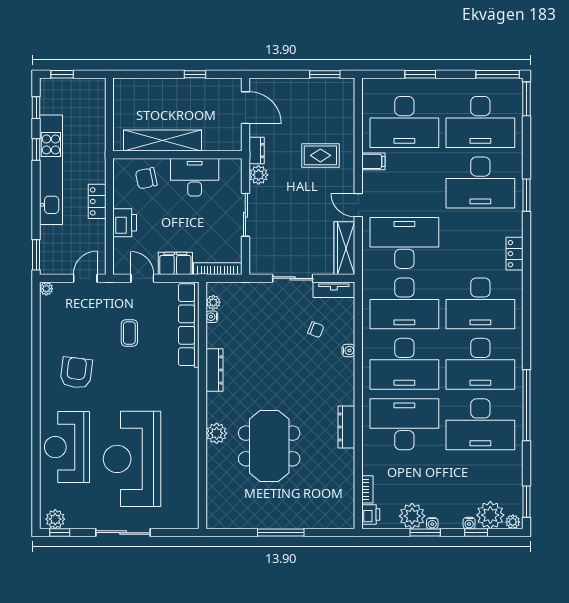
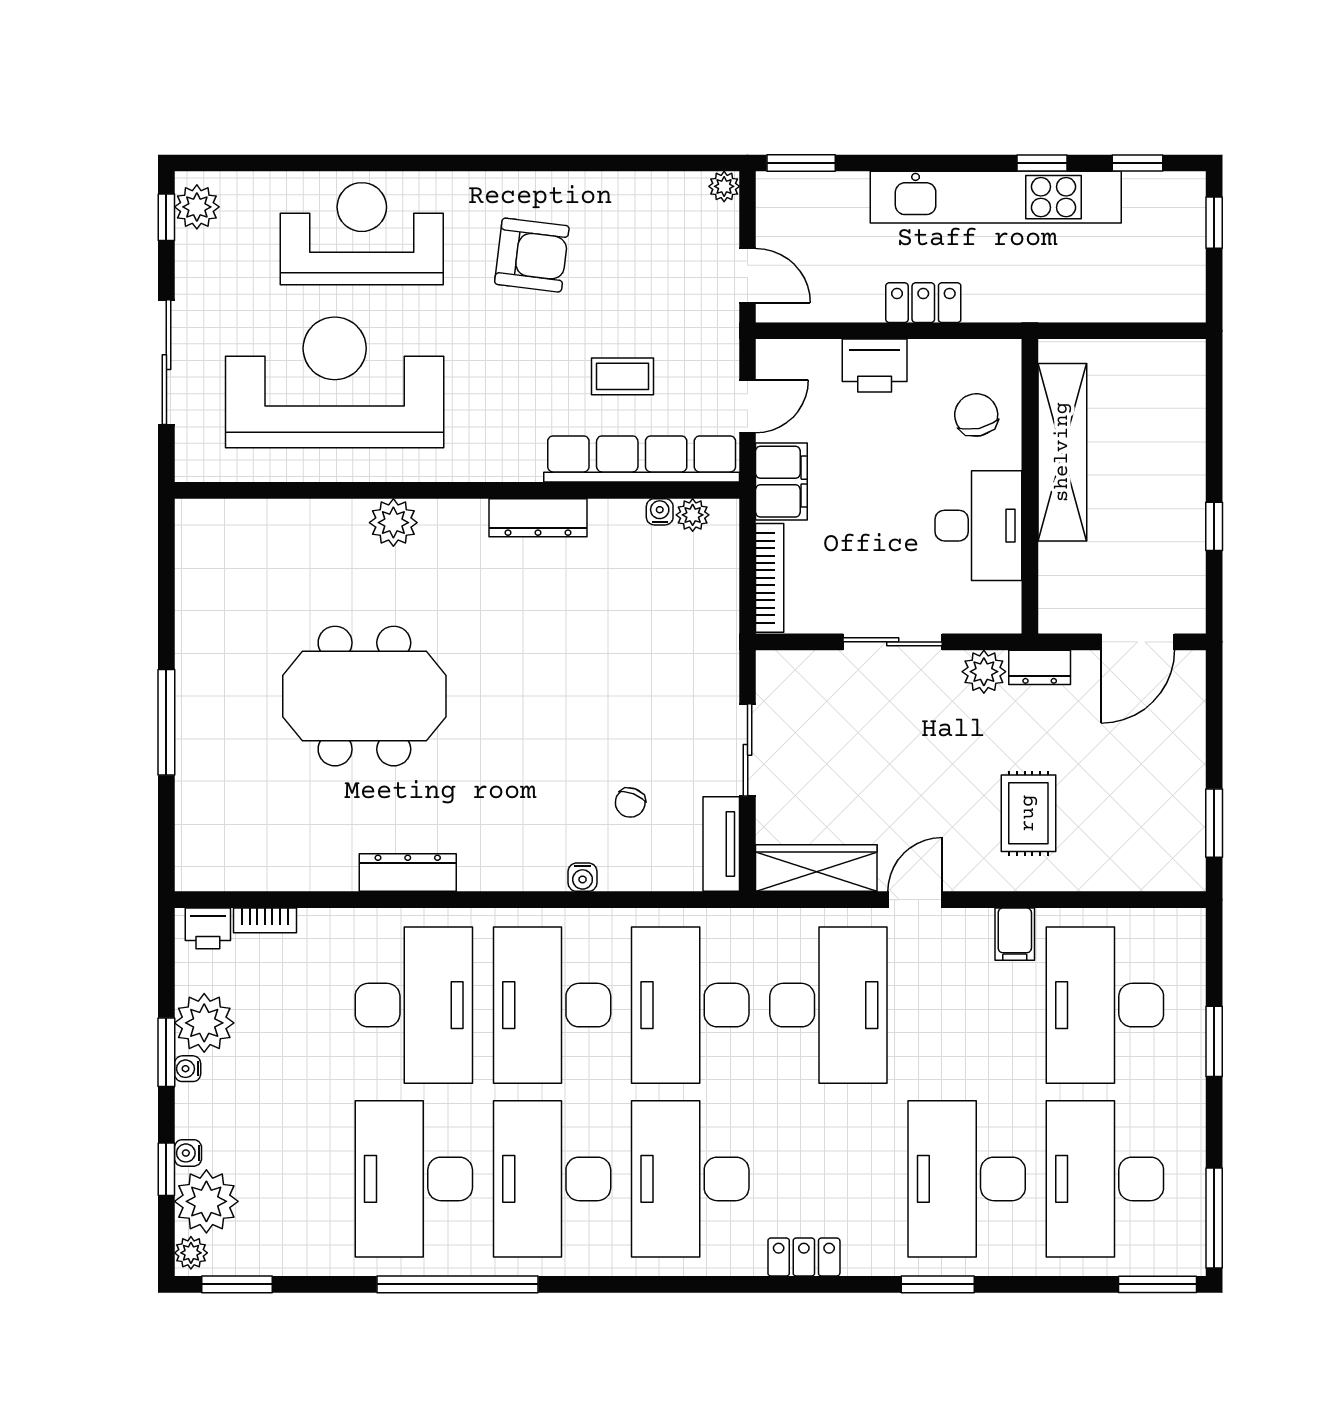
plant: (213, 302) -> (693, 515), moved
water cooler: (212, 317) -> (660, 512), moved
row of seats: (189, 325) -> (642, 459), moved
dresser: (214, 370) -> (538, 518), moved
wall: (203, 405) -> (457, 490), moved
plant: (217, 433) -> (393, 523), moved

